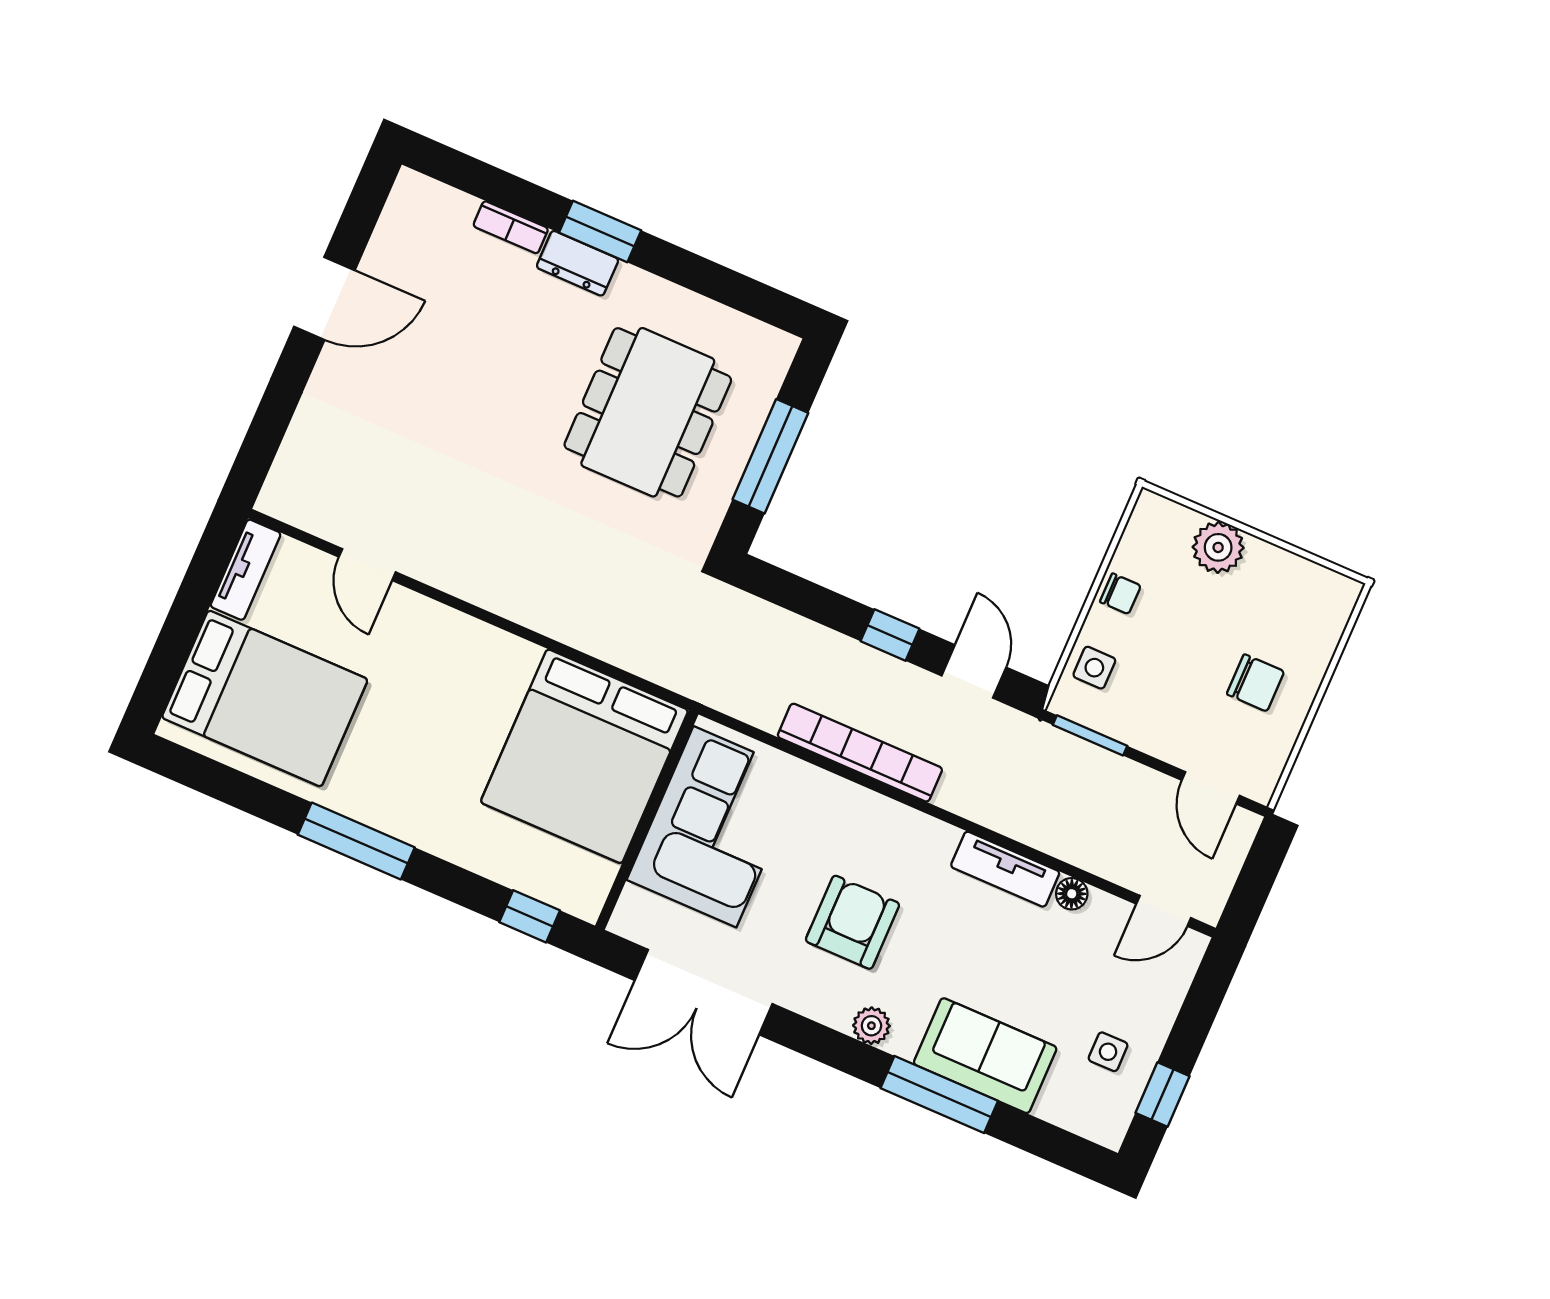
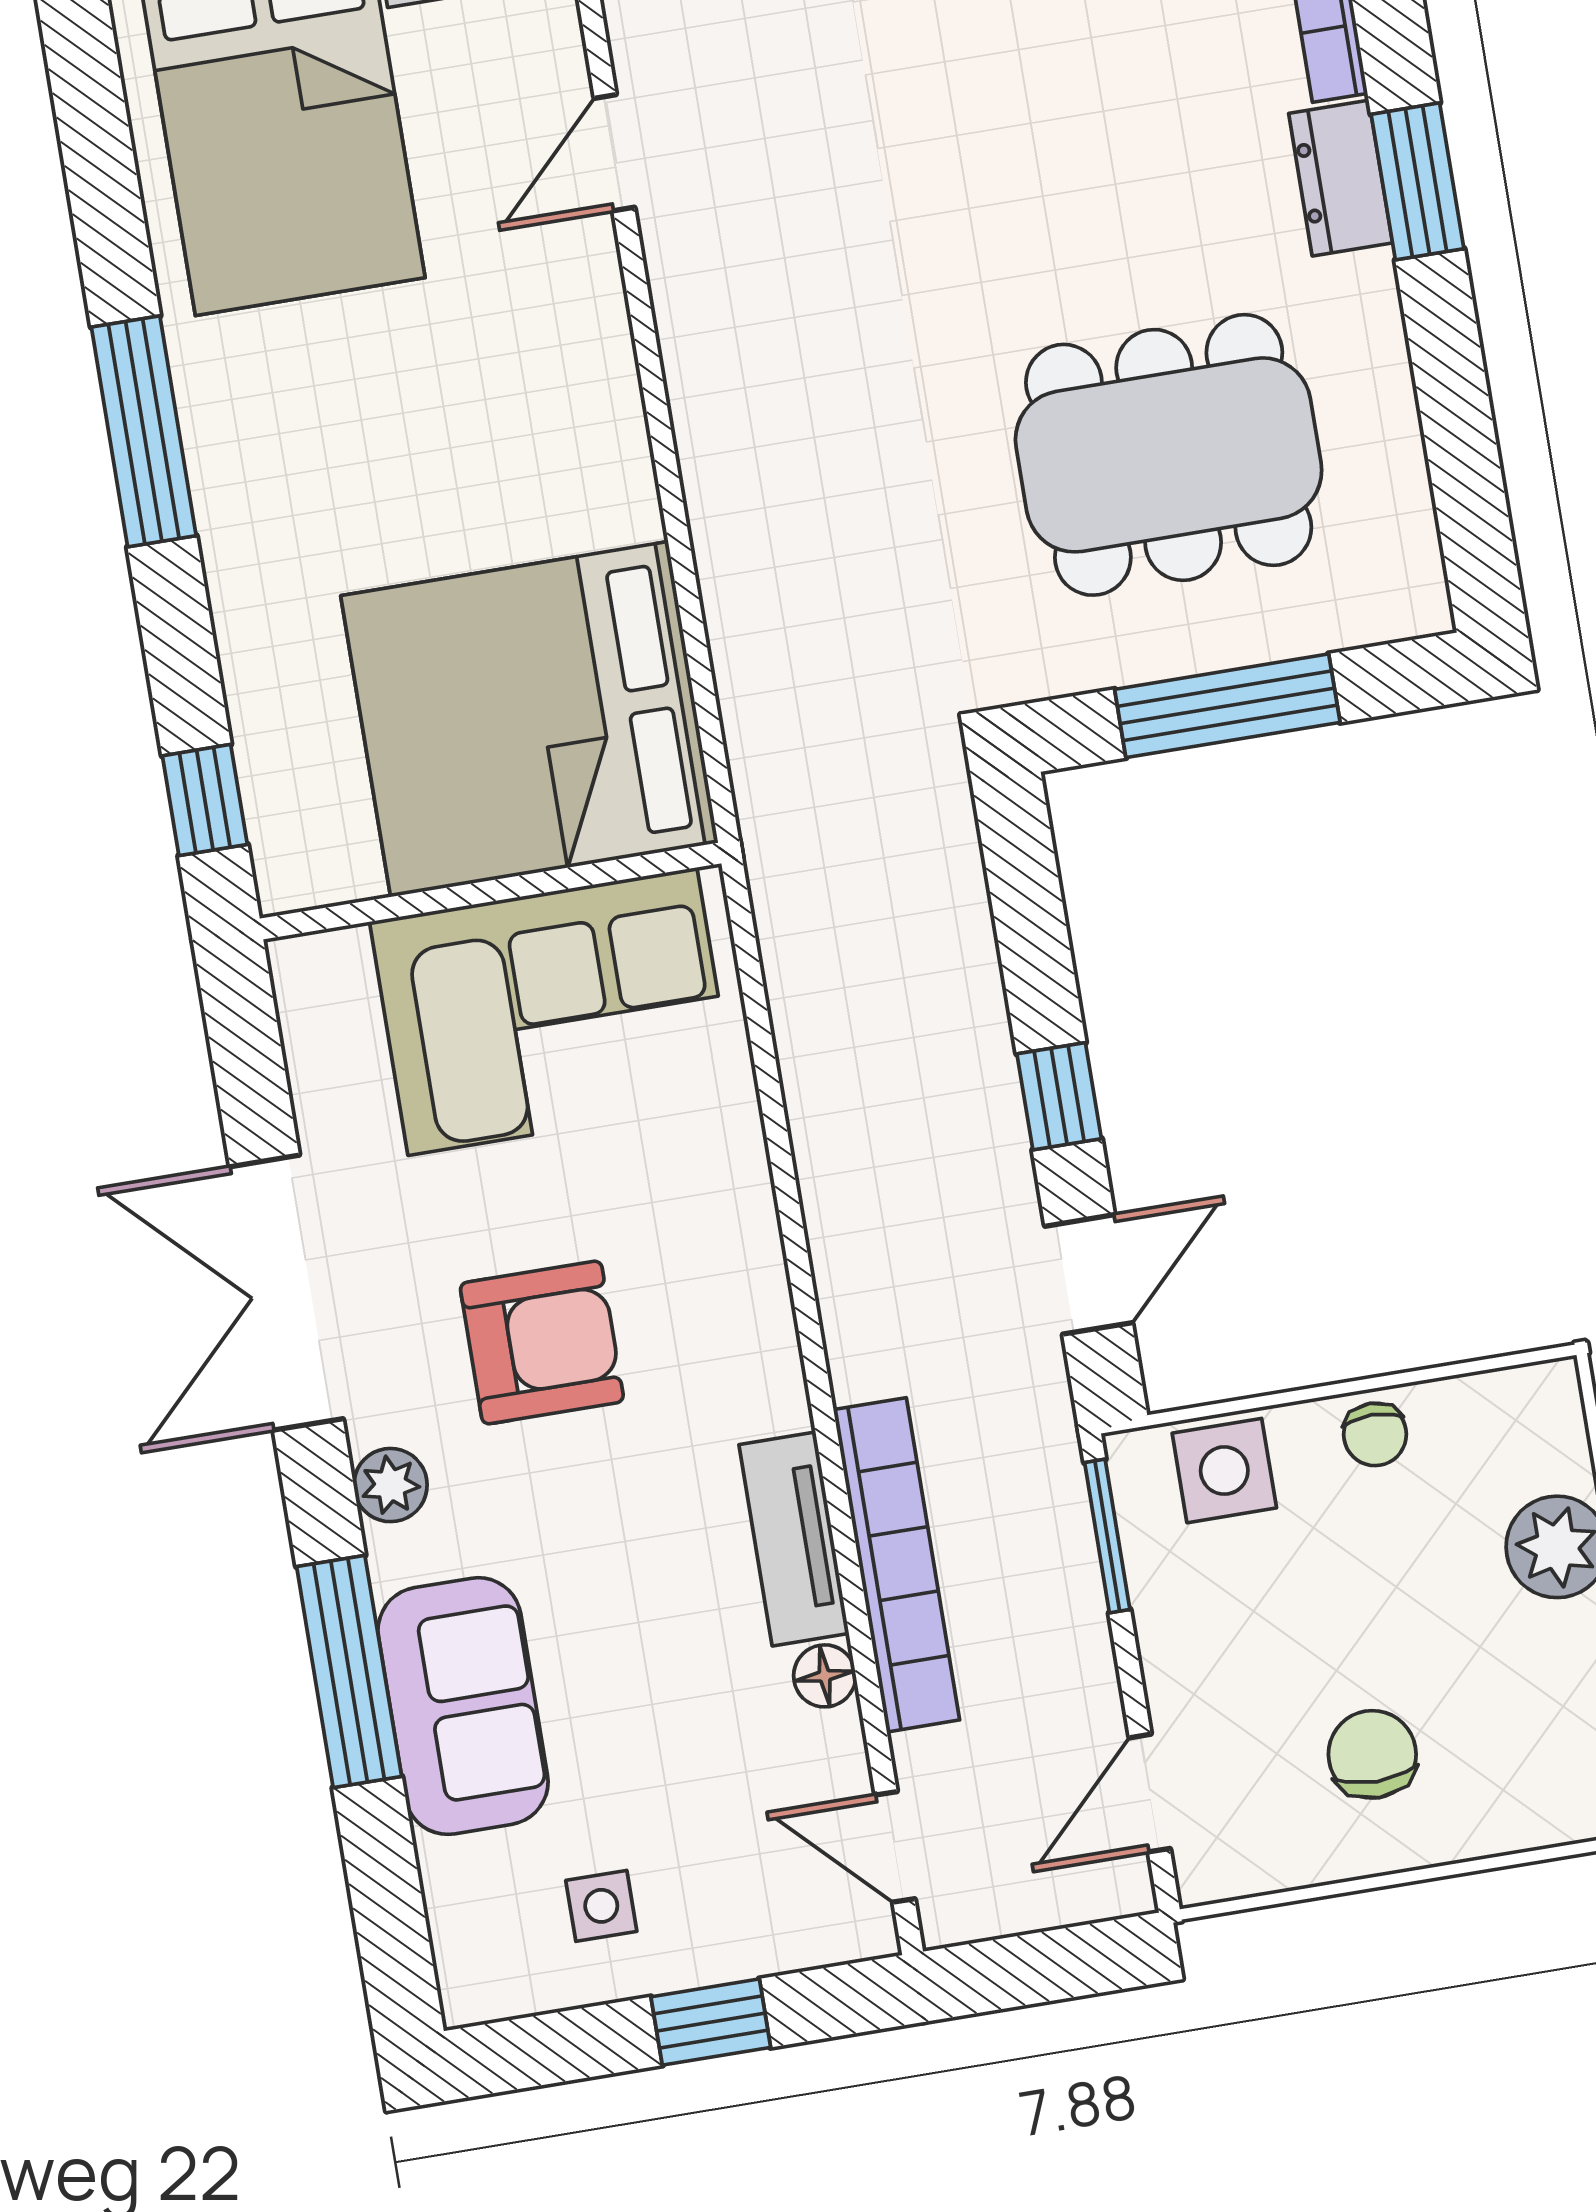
side table: (1094, 668) -> (1224, 1471), width x1.37, depth x1.37
chair: (1255, 683) -> (1372, 1754), turned 180
bookcase: (860, 753) -> (896, 1565), moved
double door: (704, 992) -> (286, 1293), moved
window: (1163, 1094) -> (711, 2022), moved

